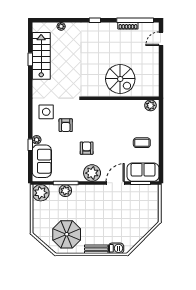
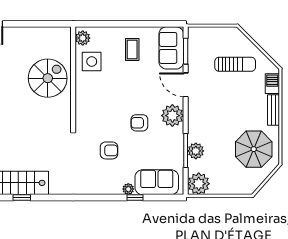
side table: (46, 112) -> (92, 61), moved
sun lounger: (131, 220) -> (235, 64), added

